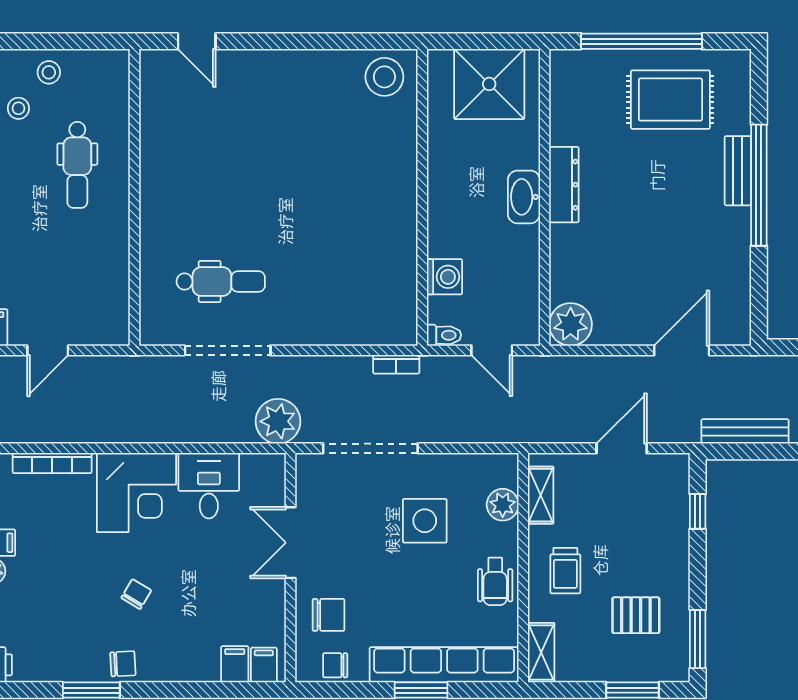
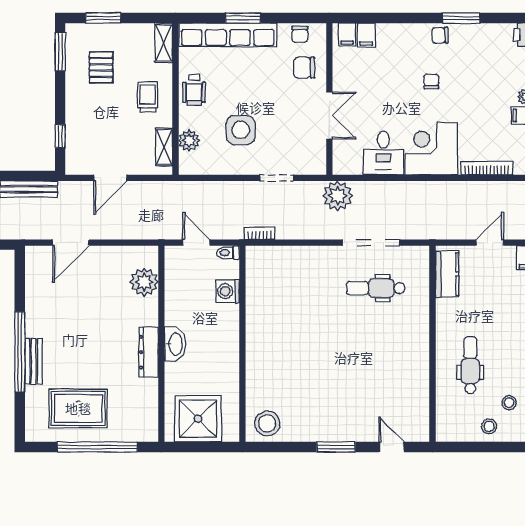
window: (280, 41) -> (336, 447), added
kitchen counter: (112, 303) -> (447, 274), added
plant: (571, 324) -> (144, 282), moved
doorway: (370, 448) -> (277, 178), width x0.53
wheelchair: (495, 581) -> (194, 90), turned 180
chair: (136, 594) -> (431, 81), turned 149
pallet: (636, 615) -> (101, 67), turned 90
chair: (335, 665) -> (300, 34), turned 90

